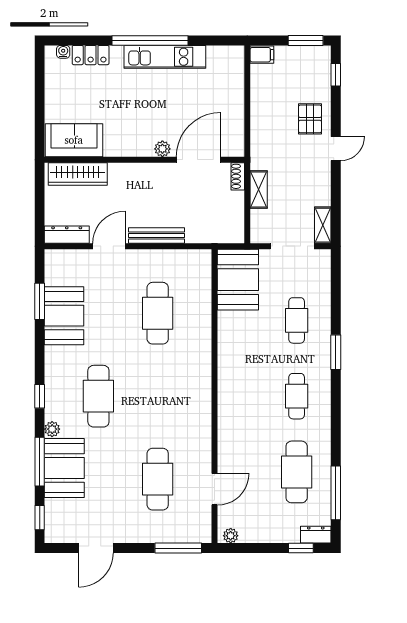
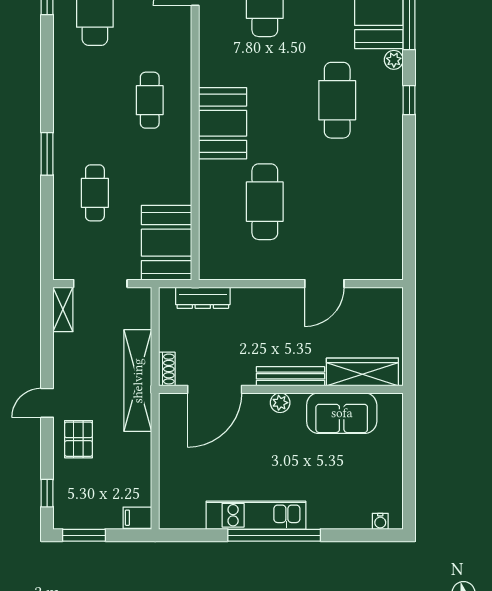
locker: (91, 55) -> (347, 517), removed
sofa: (74, 140) -> (342, 413), moved
plant: (162, 149) -> (280, 403), moved
shelving: (259, 190) -> (138, 381), width x2.20, depth x1.33
dresser: (67, 235) -> (203, 298), moved
bench: (157, 235) -> (290, 376), moved
window: (40, 301) -> (409, 216), removed
booth: (64, 316) -> (223, 123), moved
cafe table: (297, 396) -> (150, 100), moved

